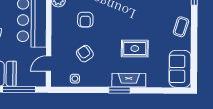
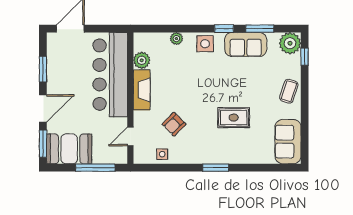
armchair: (85, 20) -> (174, 83), removed
armchair: (85, 54) -> (174, 124), turned -100
fireplace: (129, 80) -> (142, 90), moved, turned 90

